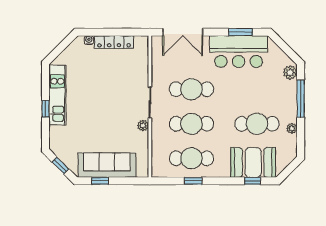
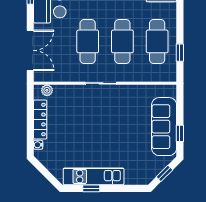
window: (46, 109) -> (91, 188), moved
plant: (143, 125) -> (47, 90), moved
window: (193, 181) -> (180, 53), moved

